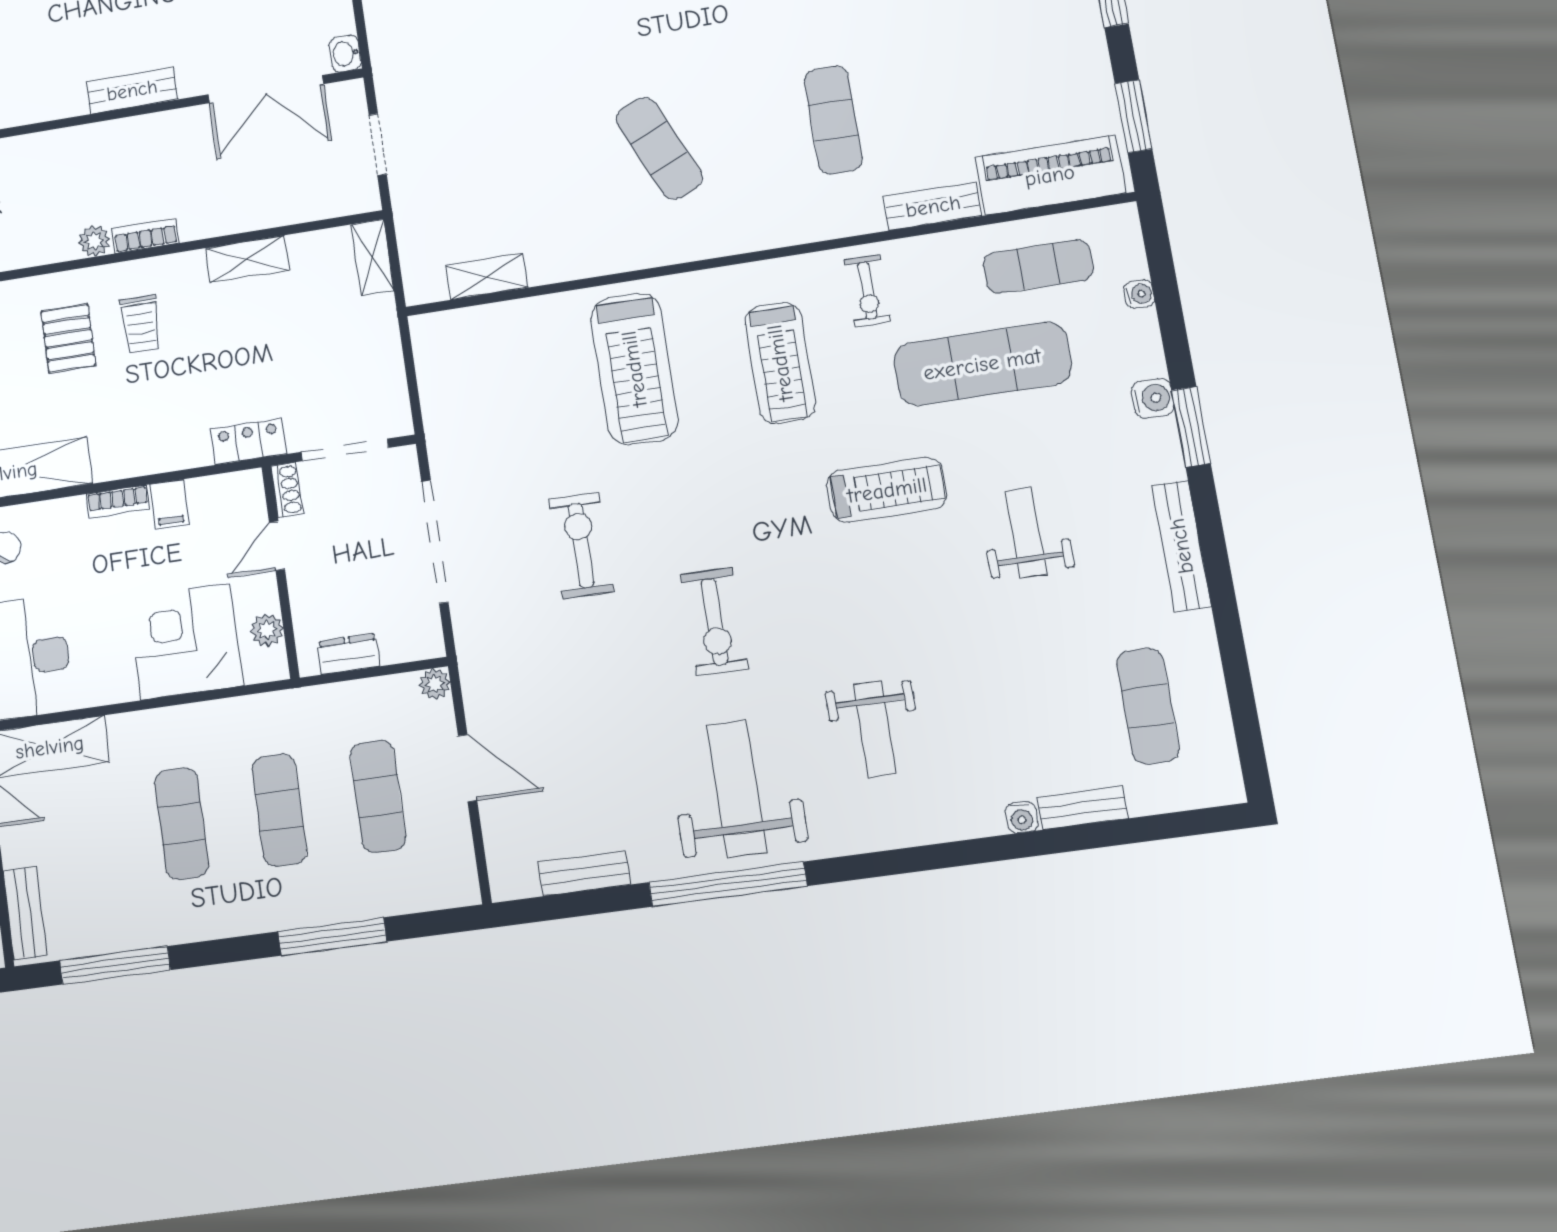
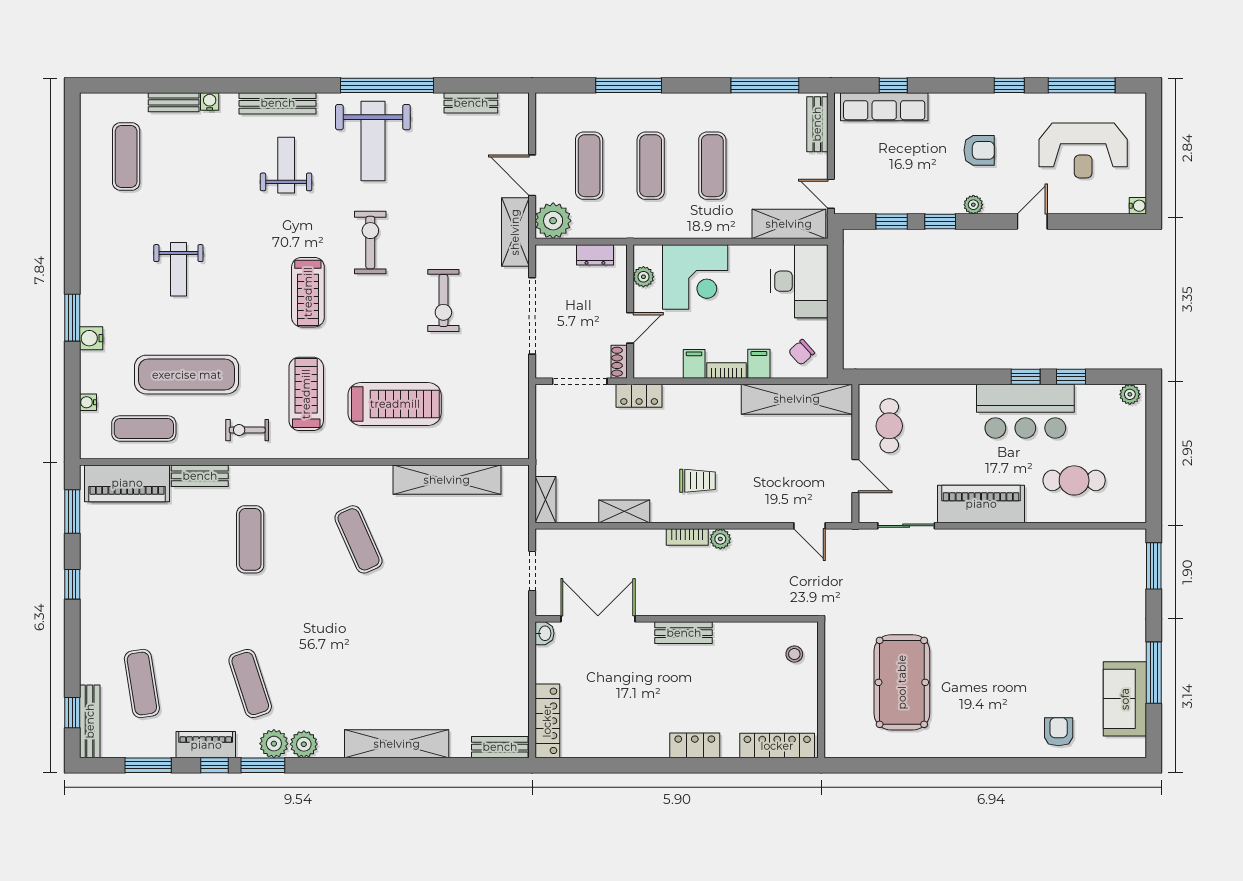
shelving: (487, 277) -> (447, 480), width x2.20, depth x1.33
exercise bike: (867, 291) -> (247, 430), turned -90
trolley: (141, 324) -> (698, 481), turned 90
pallet: (68, 338) -> (745, 479), removed
treadmill: (634, 369) -> (395, 404), turned 90
treadmill: (887, 490) -> (308, 292), moved, turned -90
filing cabinet: (69, 520) -> (759, 364), added
bench: (1181, 546) -> (278, 103), moved, turned 90
shelving: (481, 672) -> (515, 232), added
plant: (435, 684) -> (553, 221), width x1.88, depth x1.88

